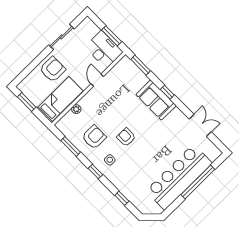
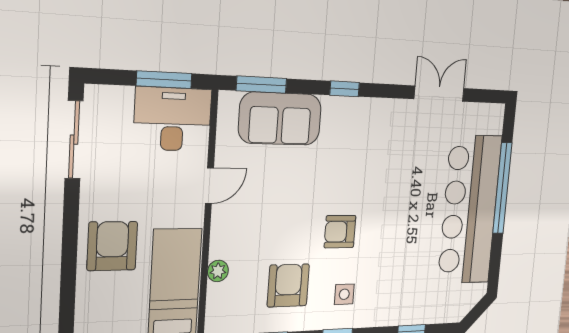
sliding door: (61, 37) -> (74, 140), moved
door: (97, 80) -> (209, 186), swing flipped
sofa: (156, 100) -> (280, 119), moved

